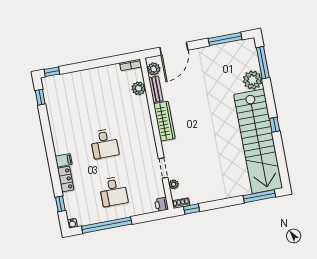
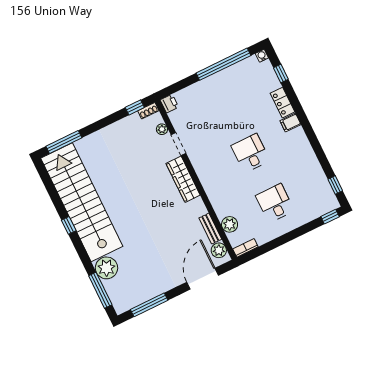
wardrobe: (164, 121) -> (183, 179), moved
desk: (113, 192) -> (275, 203), moved

